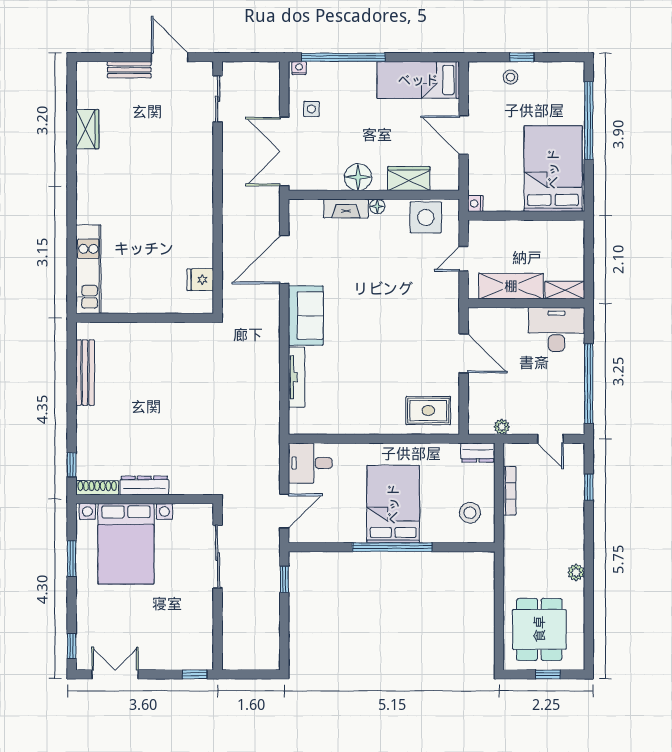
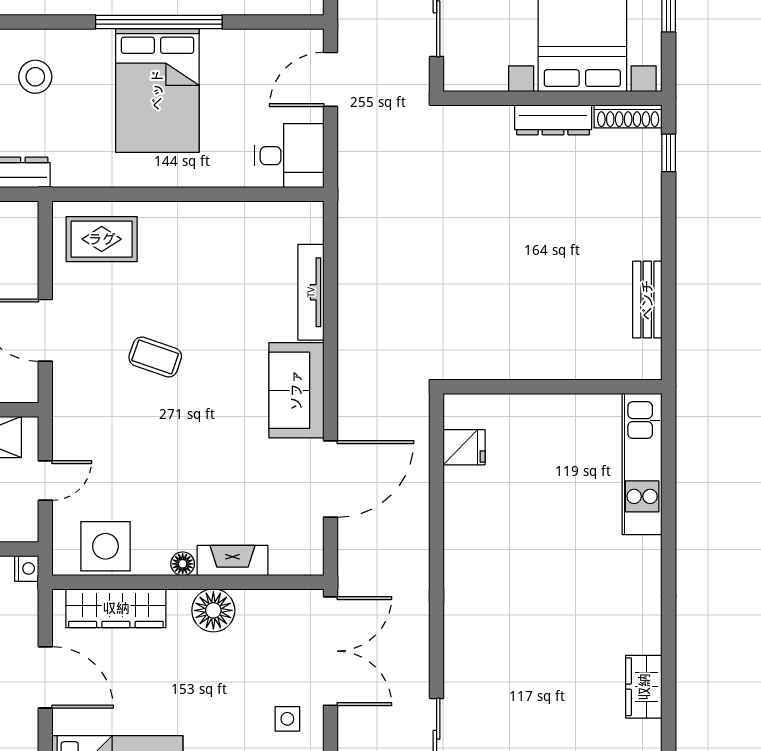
wardrobe: (409, 179) -> (116, 608), width x1.50
coffee table: (395, 336) -> (155, 357), added
bench: (85, 373) -> (647, 300), width x0.73

